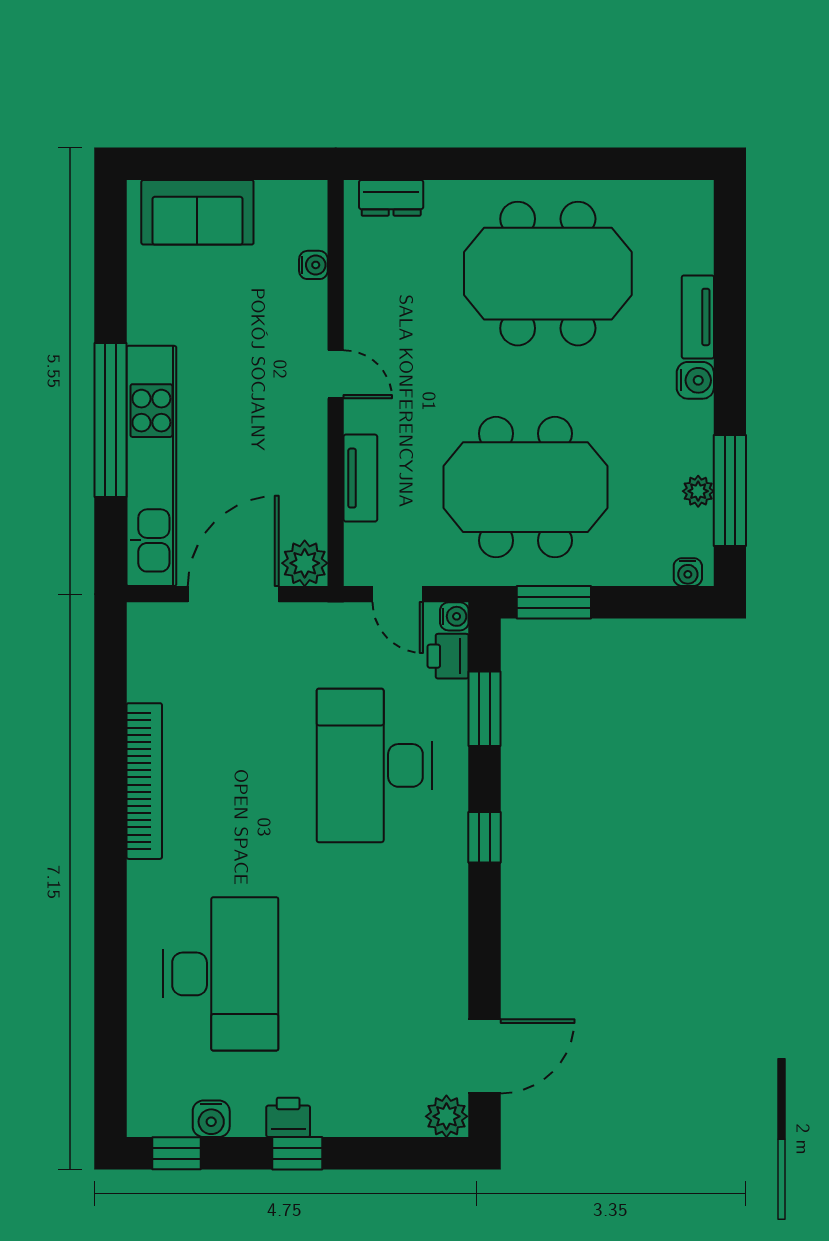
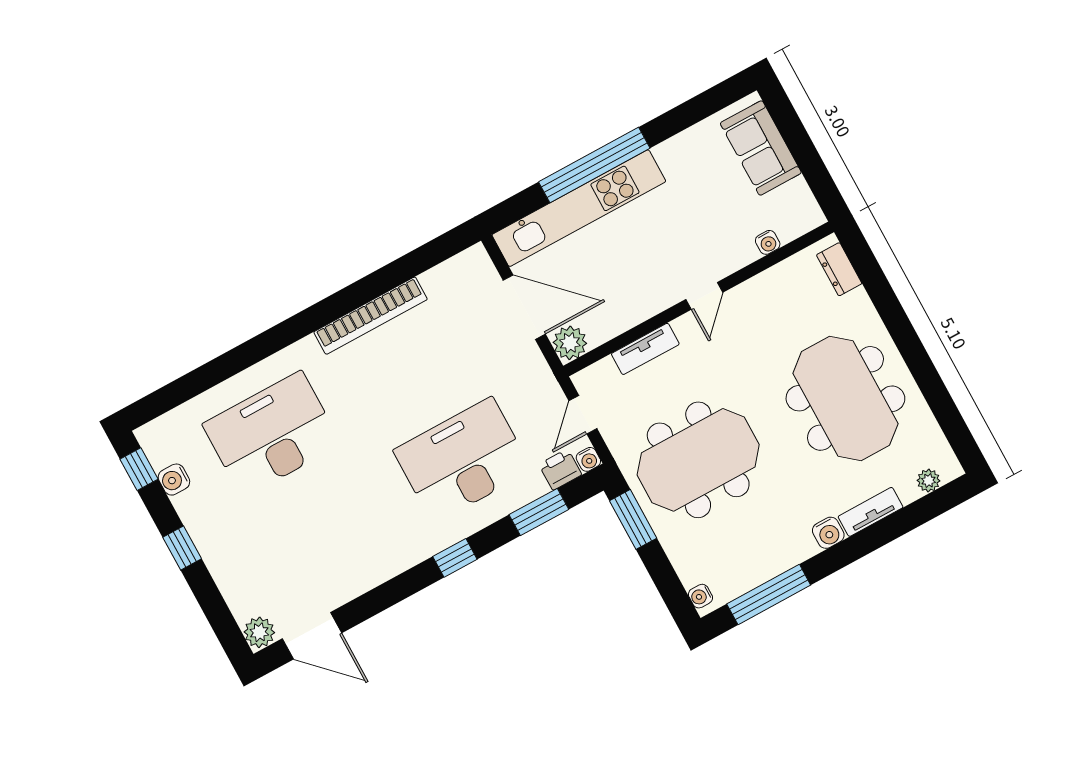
meeting table: (525, 487) -> (698, 460), turned 90
plant: (698, 491) -> (928, 481), moved
desk: (221, 974) -> (272, 434), turned 180
printer: (288, 1117) -> (202, 529), removed

